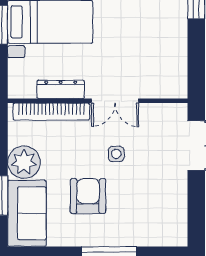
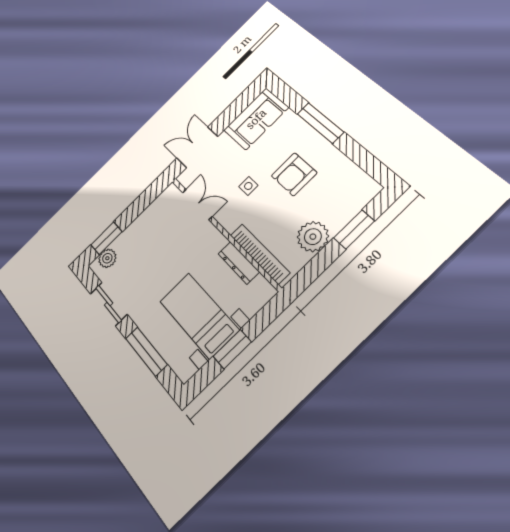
double door: (115, 101) -> (197, 204), moved
sofa: (27, 213) -> (256, 119), moved, turned 180

